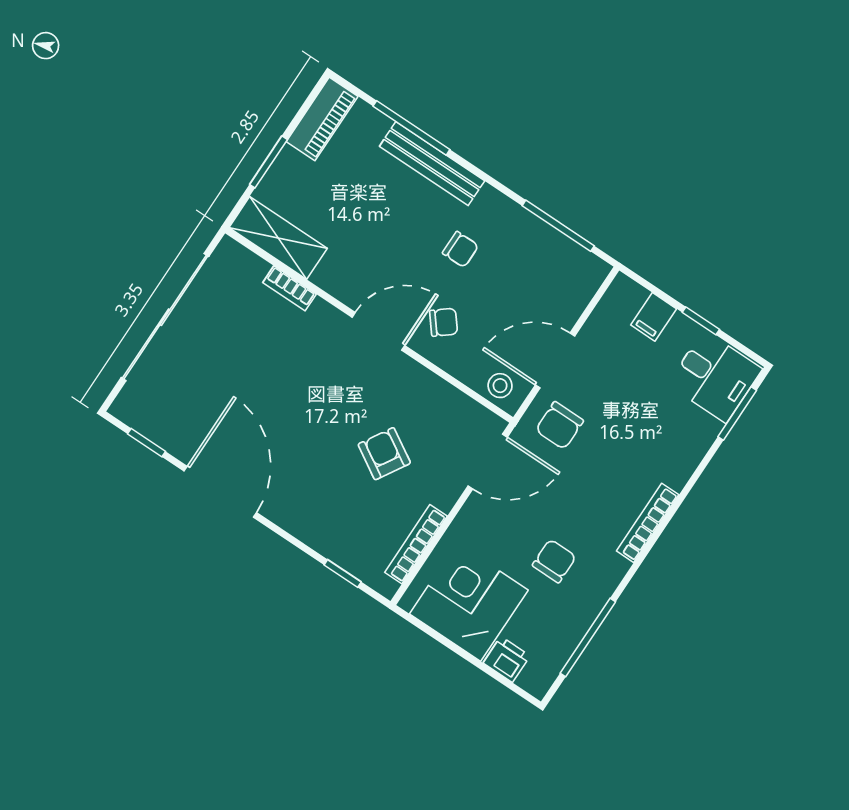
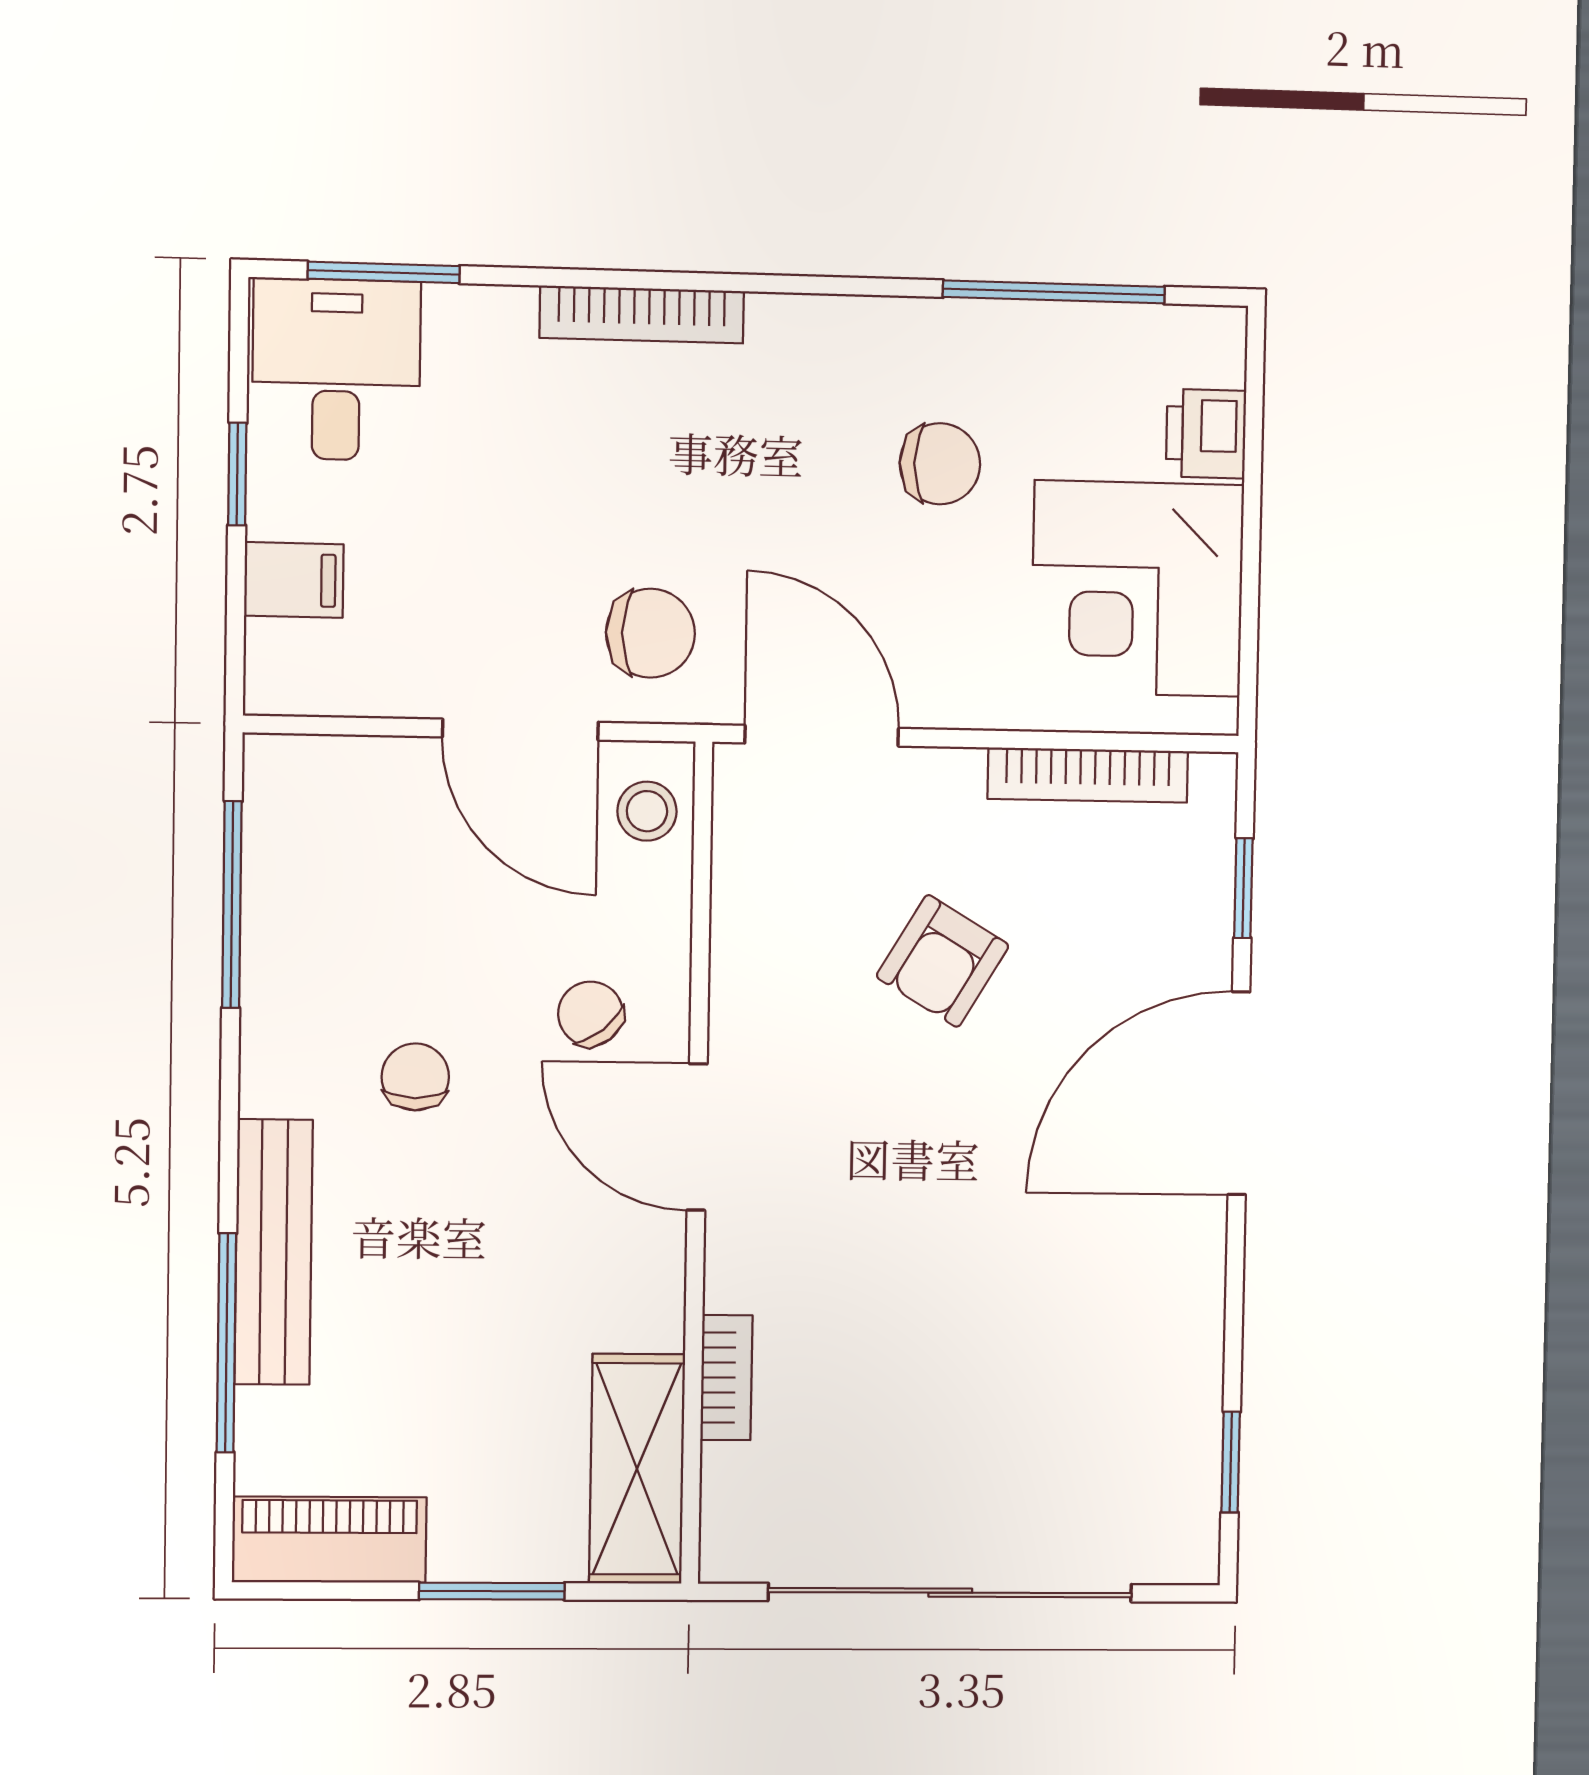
door: (220, 492) -> (1239, 1093), moved
bookcase: (648, 523) -> (642, 314), moved
chair: (554, 561) -> (940, 464), turned 180

